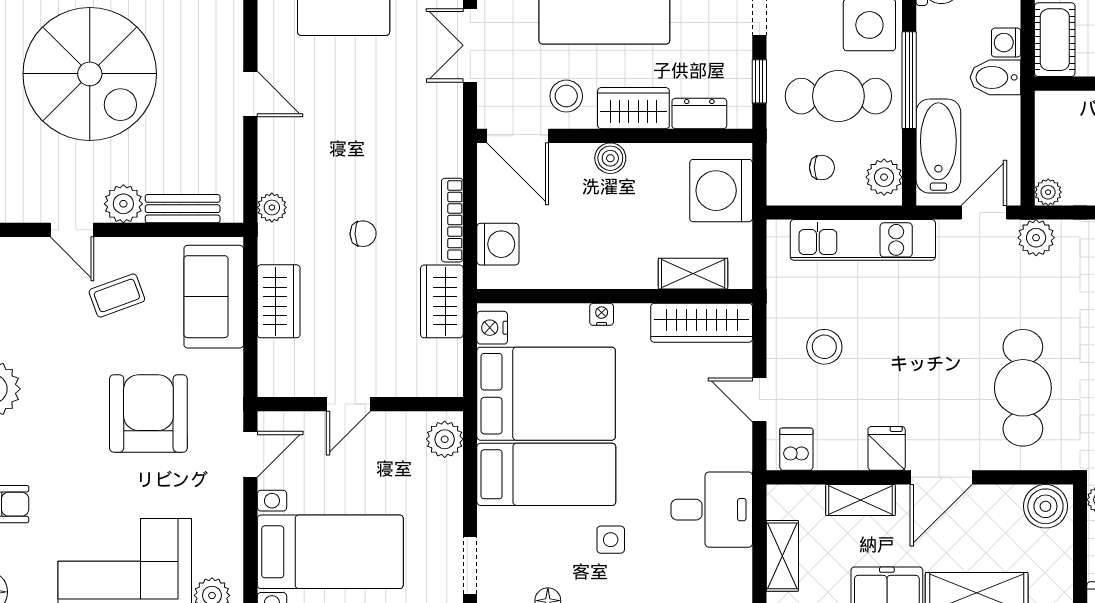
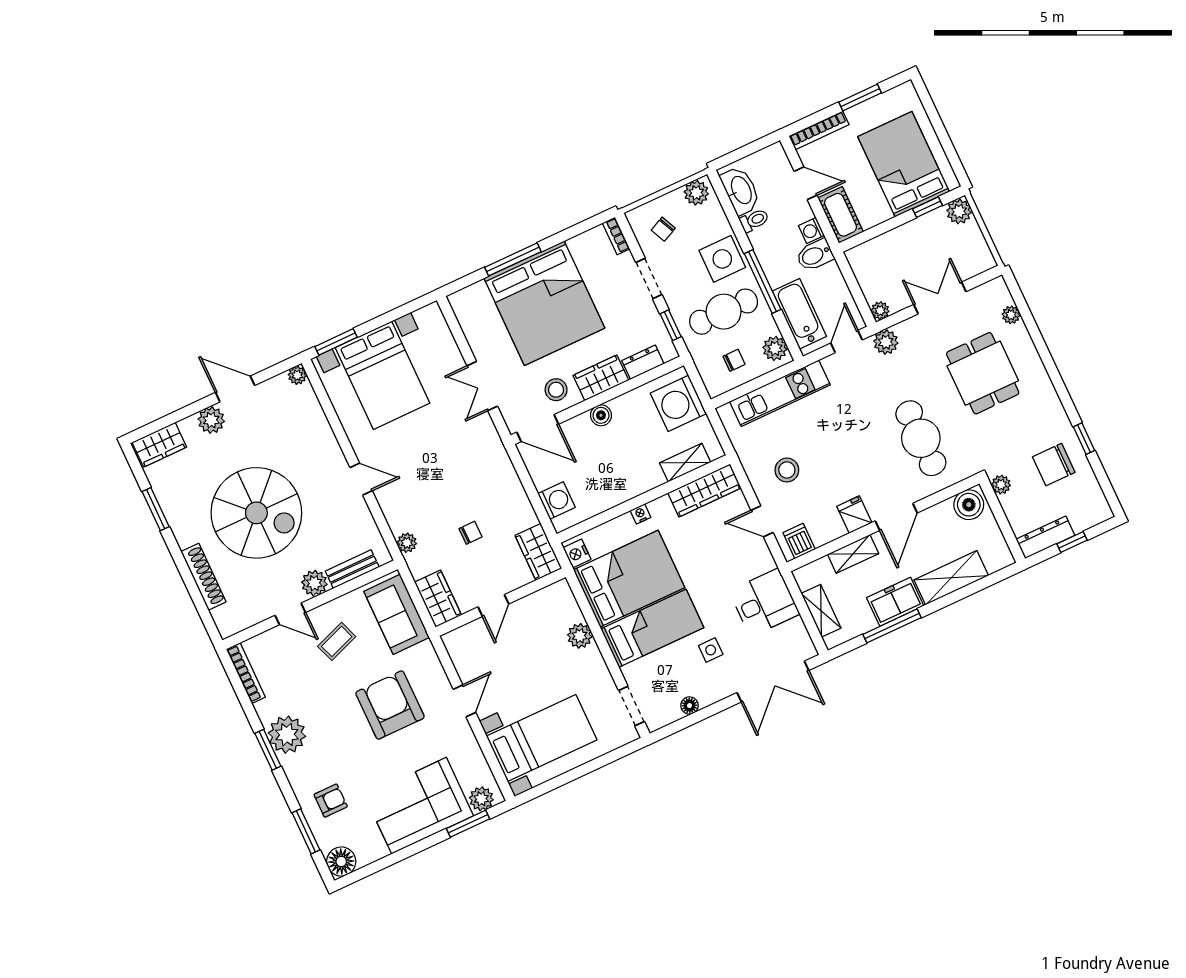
bookcase: (452, 220) -> (521, 499), removed
door: (348, 404) -> (493, 605), moved
wall: (360, 404) -> (501, 602), moved

